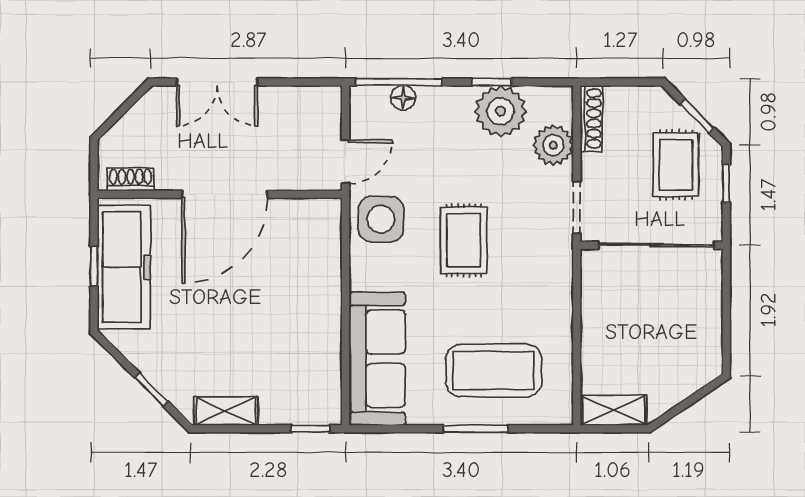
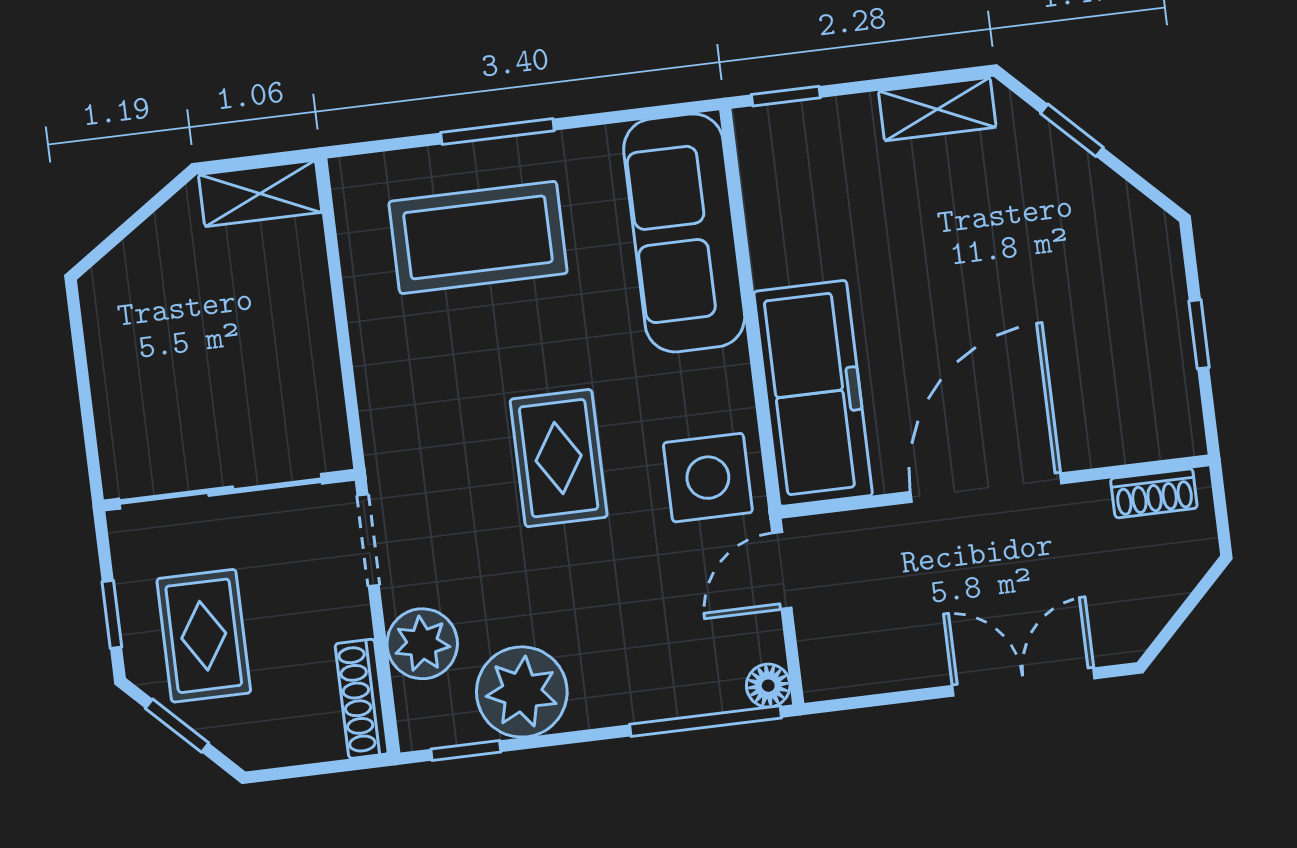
window: (492, 82) -> (466, 751), moved
floor lamp: (403, 98) -> (768, 686), moved
freezer: (124, 267) -> (813, 393), moved, turned 180

